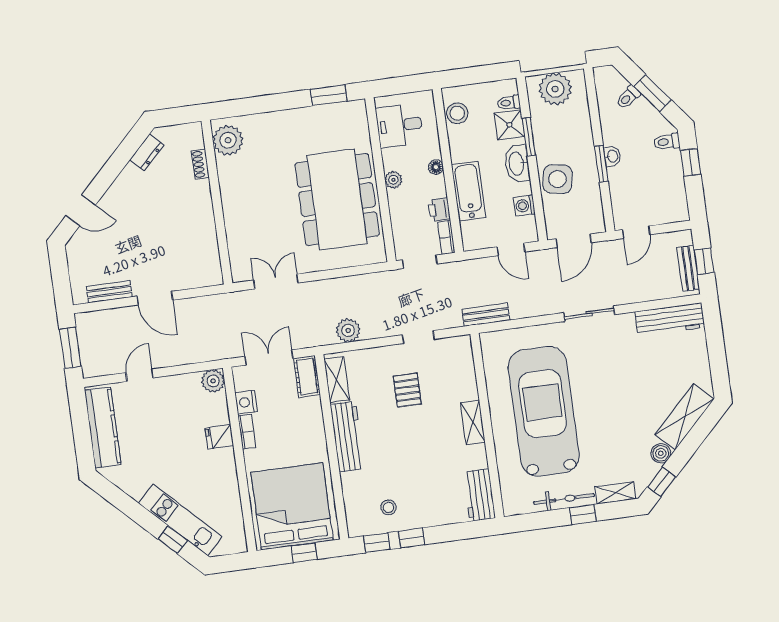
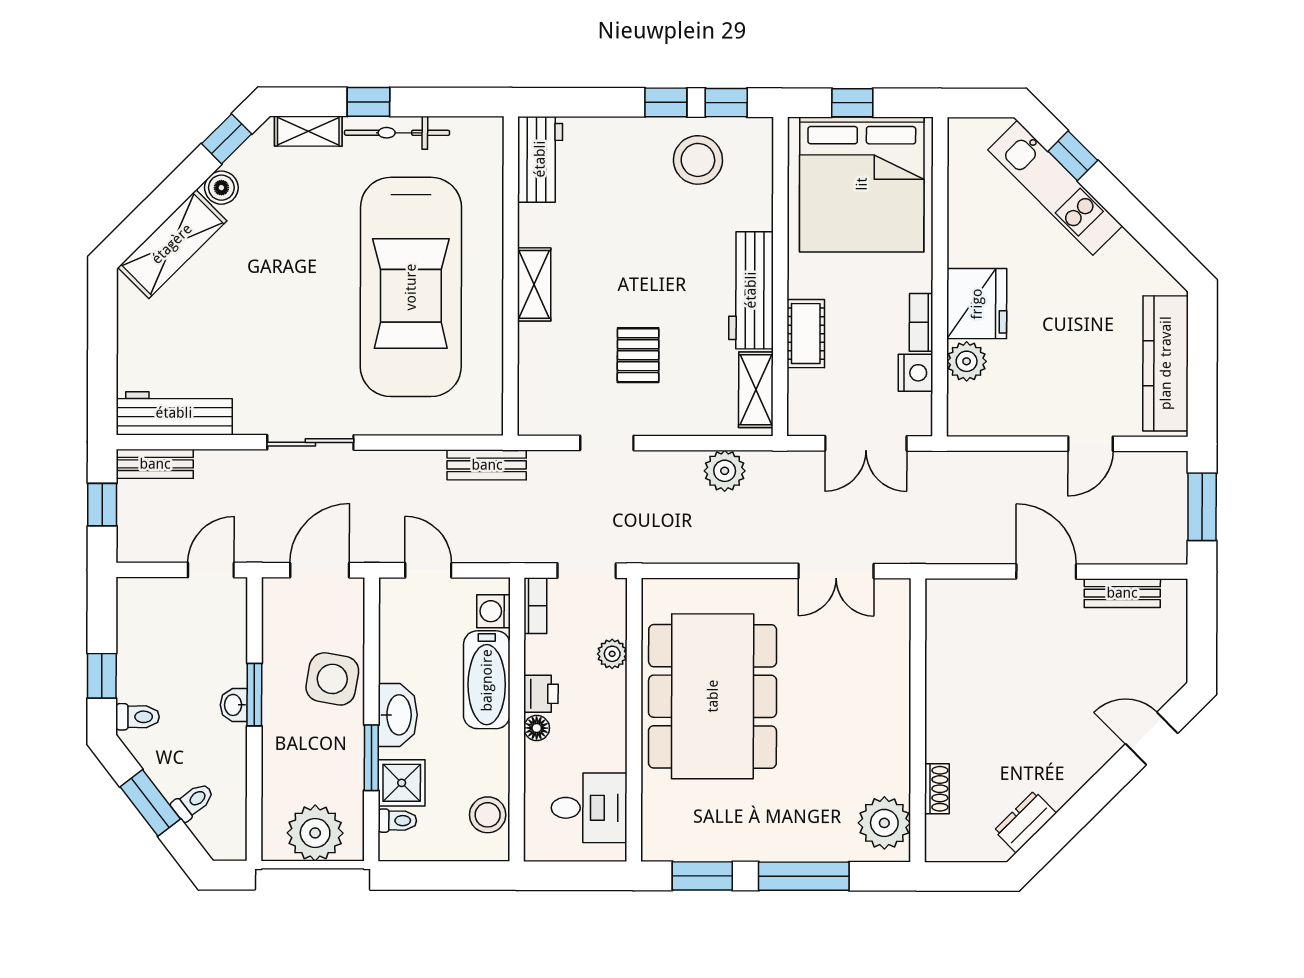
window: (270, 103) -> (804, 876), added
plant: (393, 180) -> (612, 654), moved
washing machine: (524, 206) -> (493, 611), moved, turned 180
printer: (439, 209) -> (541, 694), moved
bench: (688, 268) -> (155, 464), moved, turned 90
cot: (307, 376) -> (806, 334), moved
plant: (213, 381) -> (967, 361), moved
fridge: (219, 437) -> (977, 304), width x1.88, depth x1.34
stool: (388, 507) -> (698, 160), width x1.89, depth x1.89

